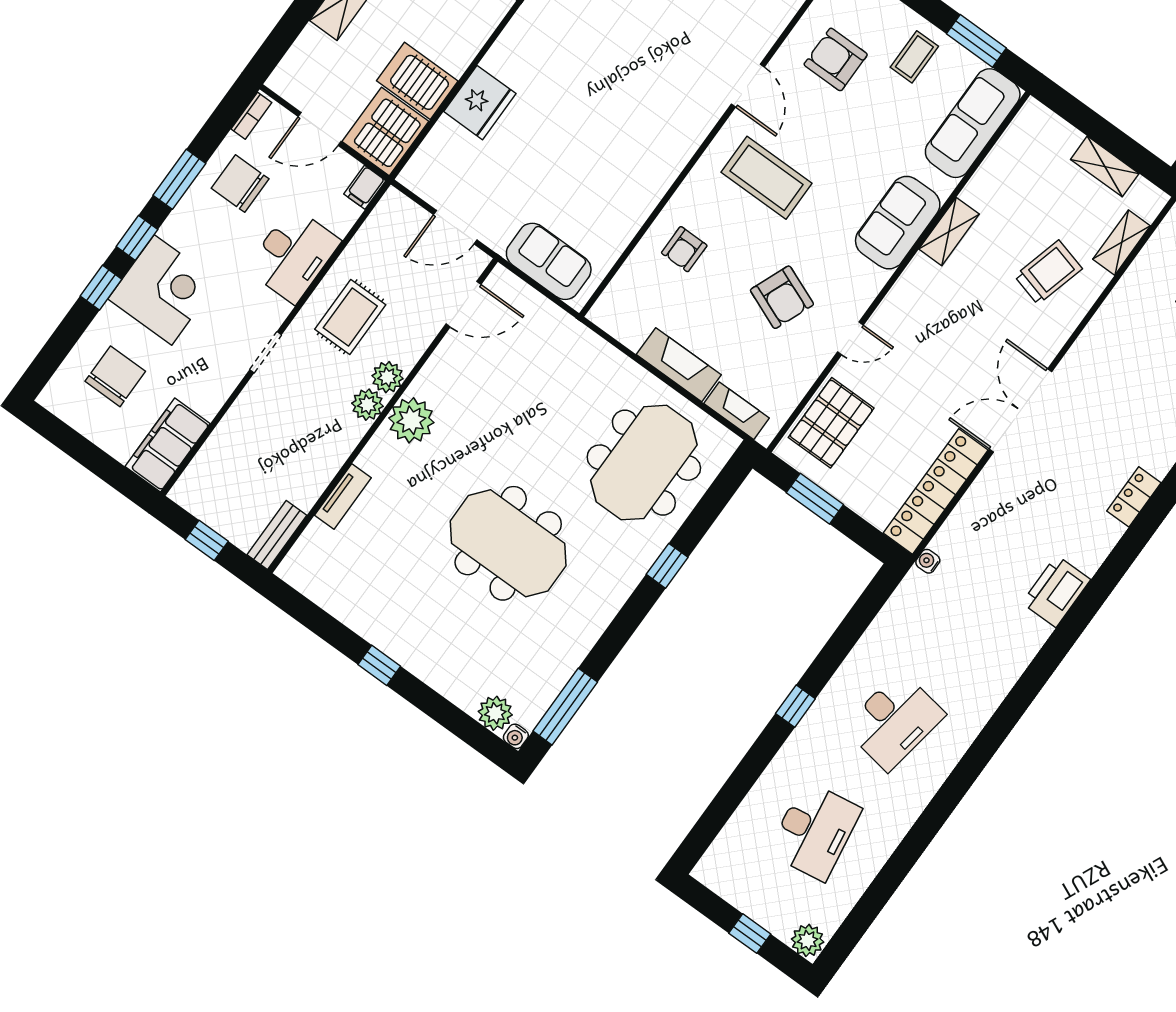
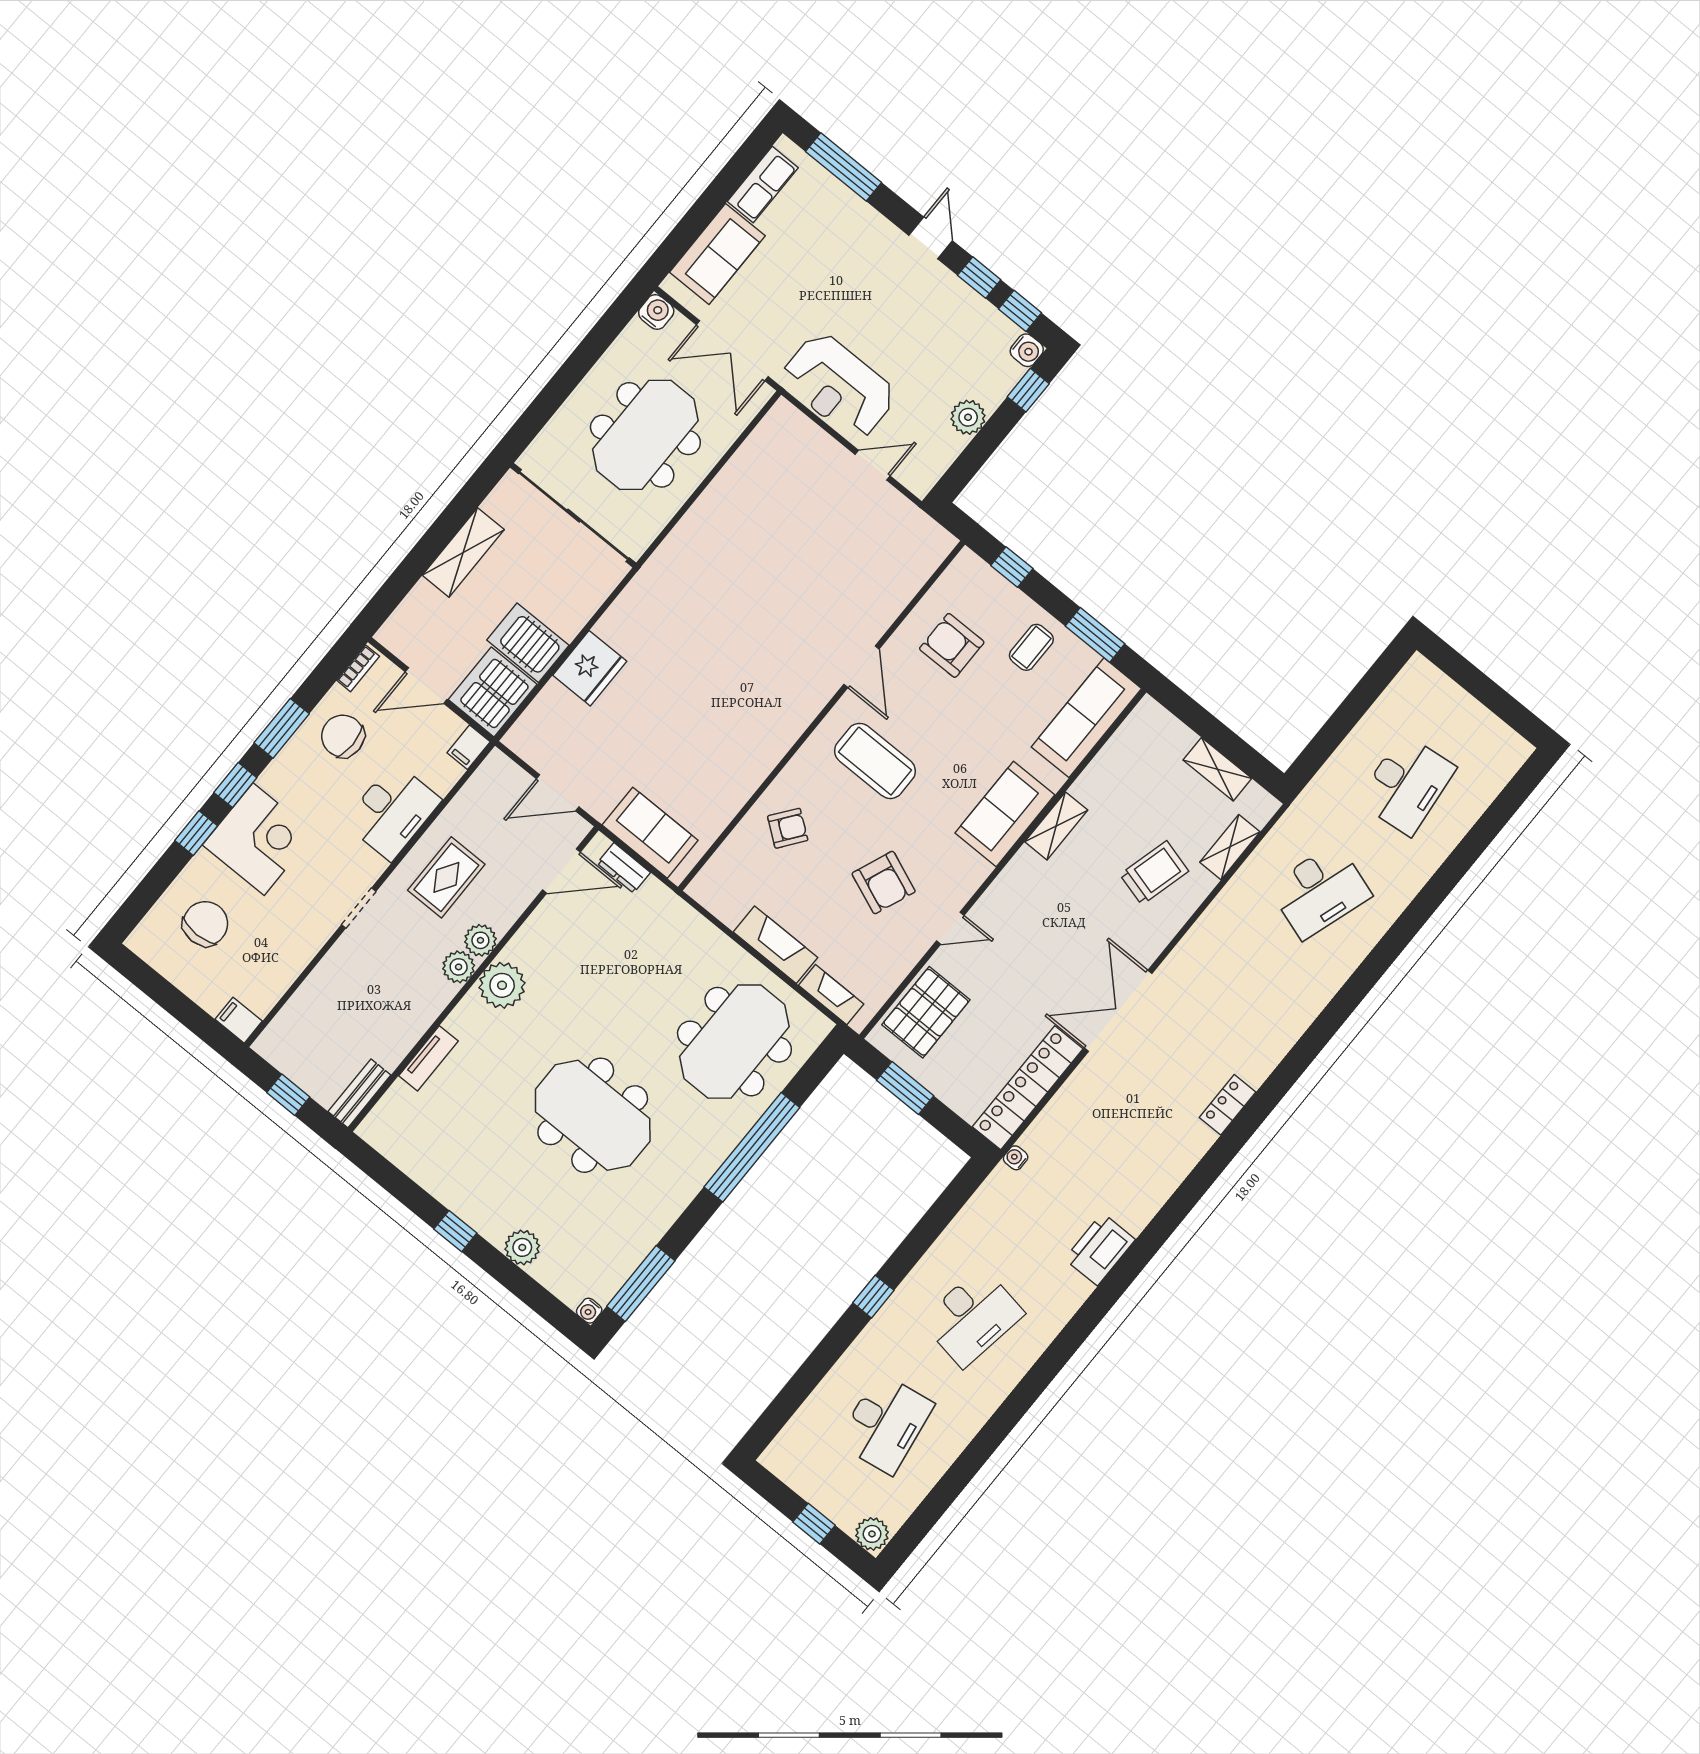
armchair: (684, 249) -> (788, 828), turned -143
dresser: (525, 298) -> (624, 868), added
filing cabinet: (168, 445) -> (239, 1020), width x0.33, depth x0.86
window: (667, 566) -> (752, 1147), width x3.17
printer: (1056, 591) -> (1100, 1249), moved
plant: (495, 713) -> (522, 1247), moved

